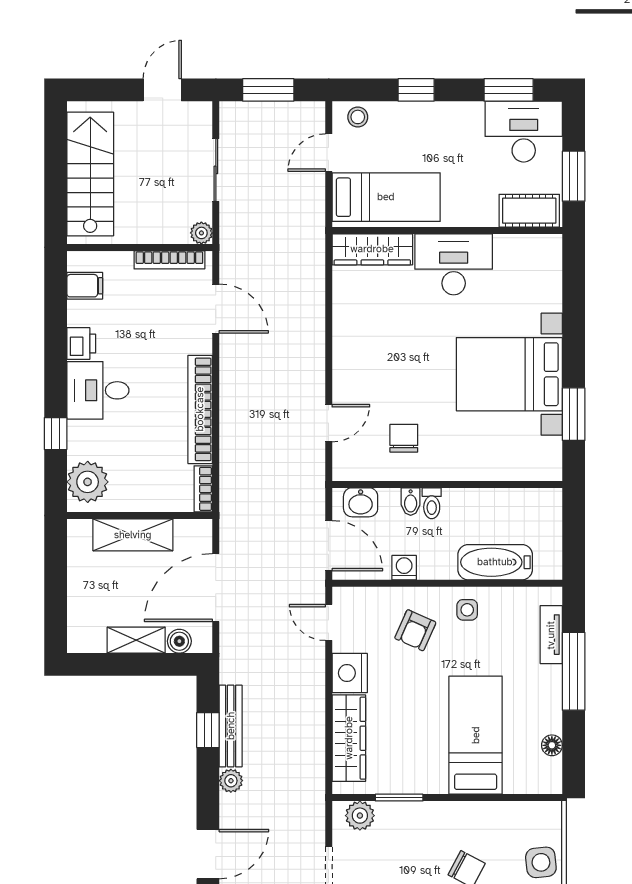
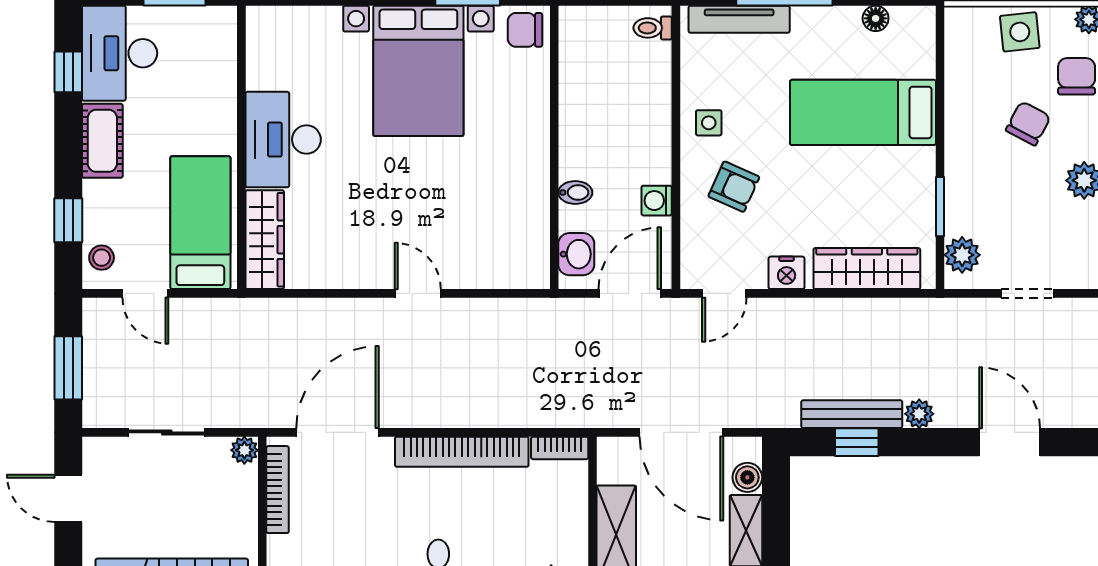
window: (416, 90) -> (68, 220), moved
window: (509, 90) -> (68, 72), width x0.67
cot: (529, 211) -> (102, 141), moved
door: (216, 309) -> (338, 432), width x1.36
door: (329, 423) -> (418, 293), moved
chair: (404, 438) -> (525, 30), moved
toilet: (432, 503) -> (653, 28), moved, turned 180
bathtub: (495, 562) -> (650, 88), removed
tv unit: (551, 635) -> (739, 19), width x1.41
nightstand: (350, 673) -> (787, 273), width x0.74, depth x0.75

